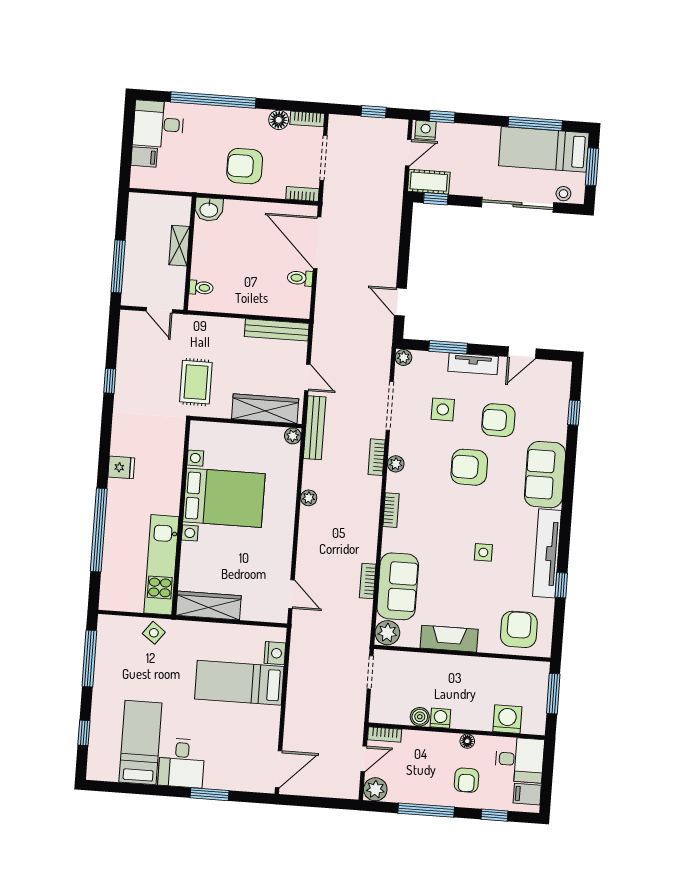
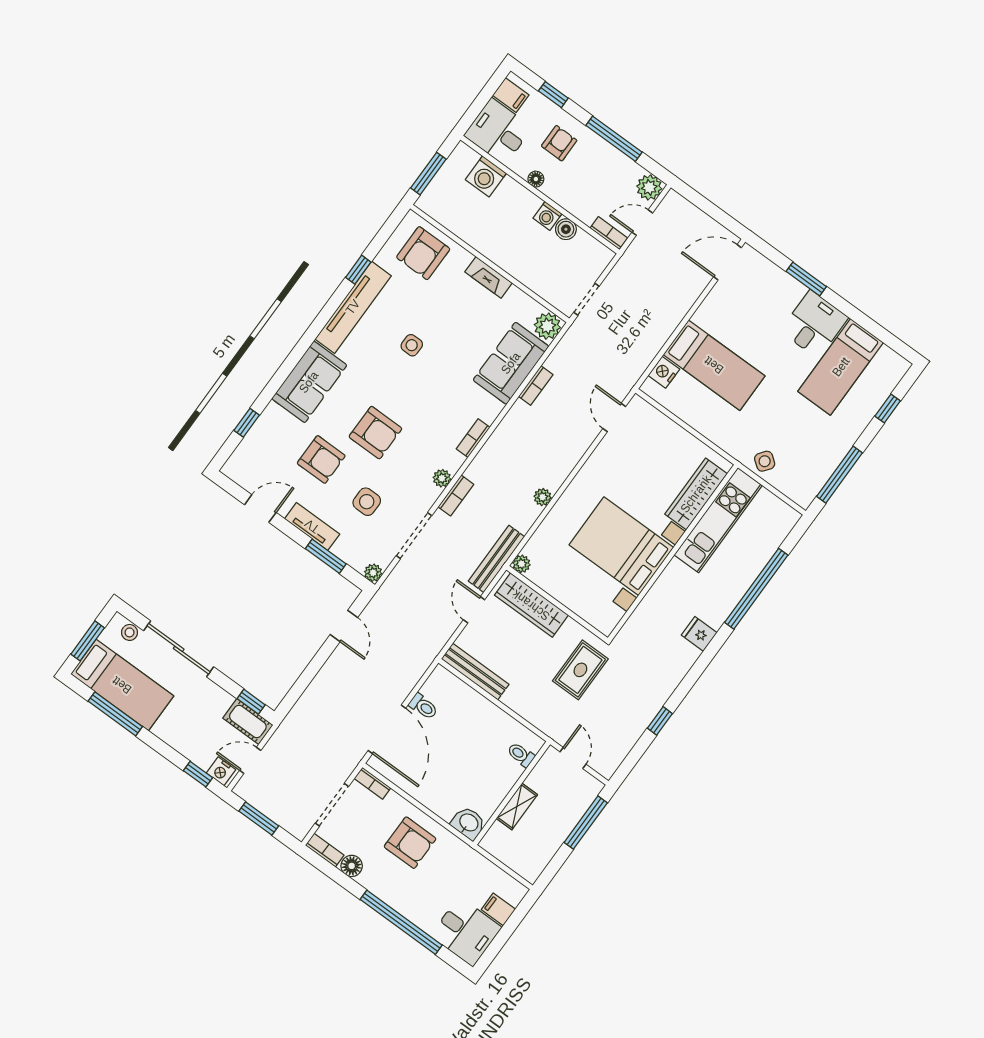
window: (374, 112) -> (259, 818), width x1.50
wardrobe: (209, 605) -> (696, 494), moved, turned 90
fireplace: (449, 639) -> (489, 277), width x0.73, depth x0.76

